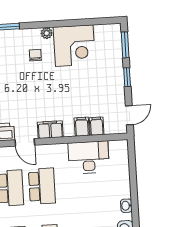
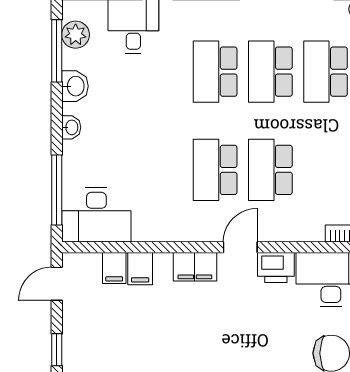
door: (25, 142) -> (240, 247), hinge flipped
desk: (89, 157) -> (96, 215), moved
window: (133, 169) -> (57, 190), added

